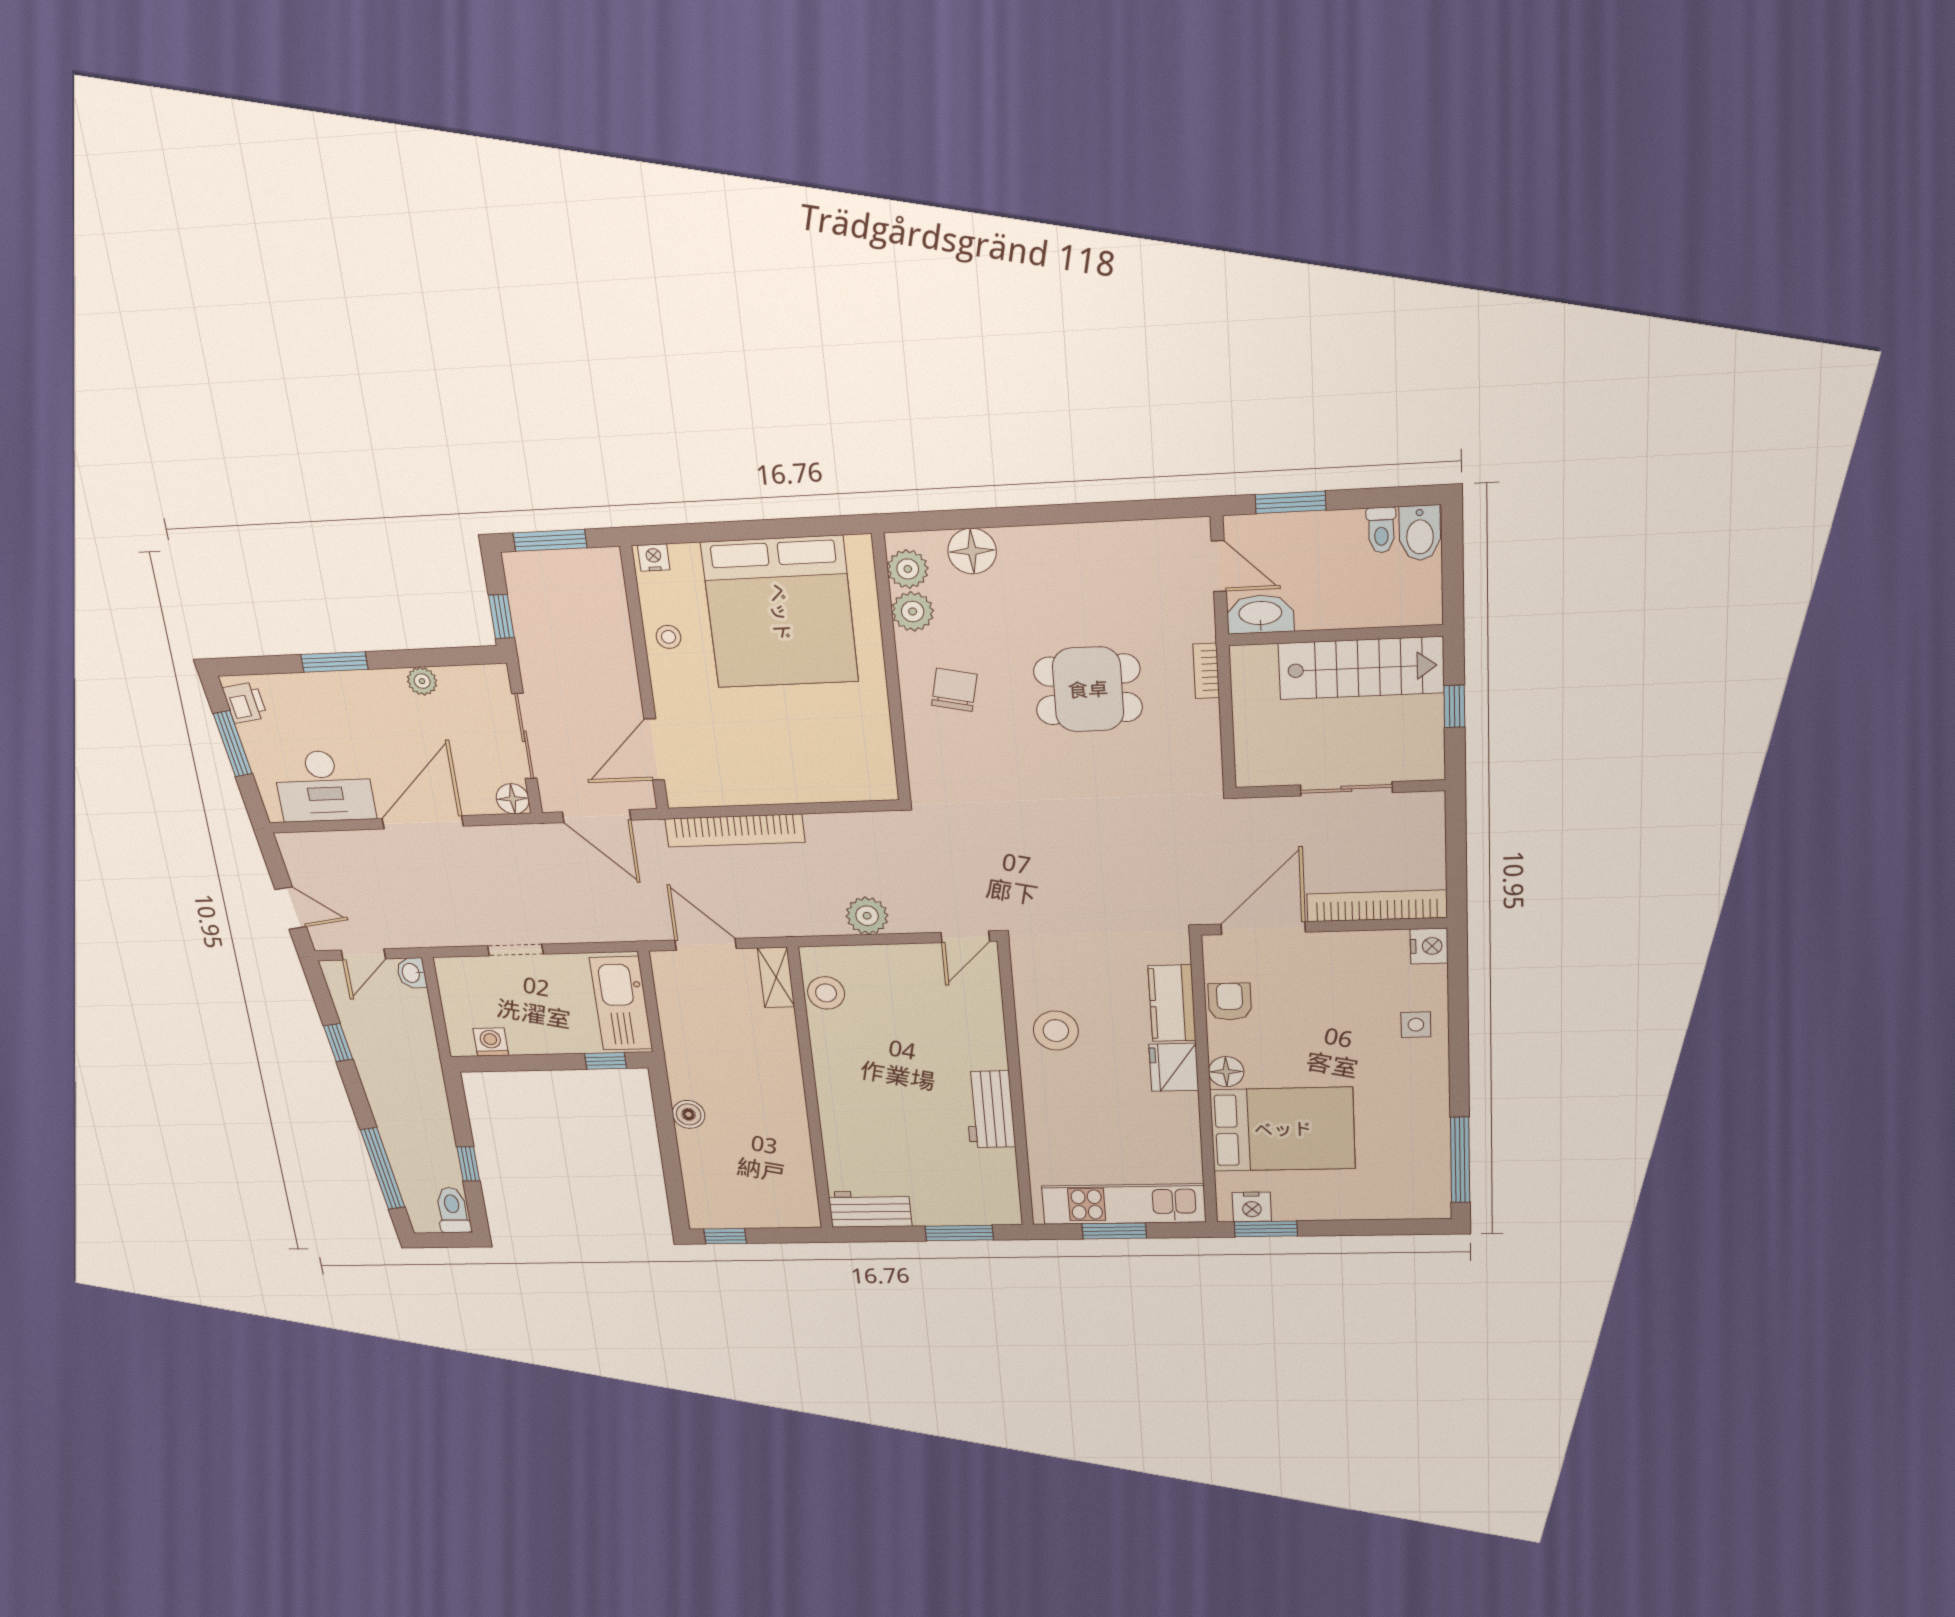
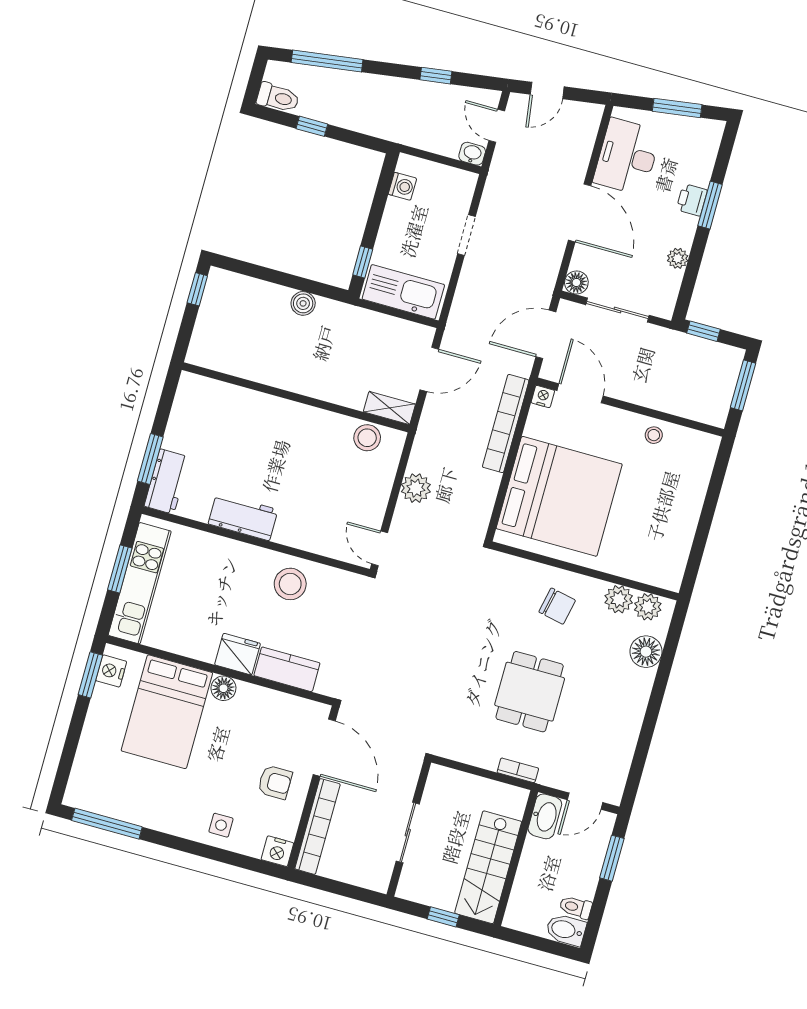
nightstand: (654, 557) -> (543, 397), moved, turned -90
bed: (780, 612) -> (559, 496), moved, turned 180
printer: (245, 703) -> (692, 200), moved, turned 98
armchair: (1230, 1002) -> (275, 782), moved
workbench: (870, 1209) -> (167, 482), moved

